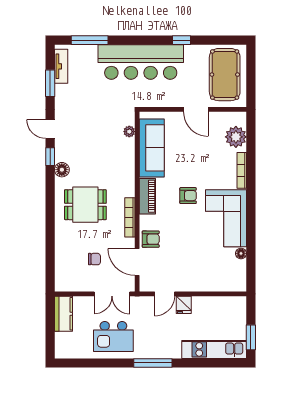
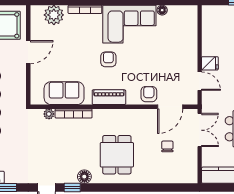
sofa: (152, 148) -> (64, 93), width x0.73
bookcase: (130, 217) -> (74, 113), moved

